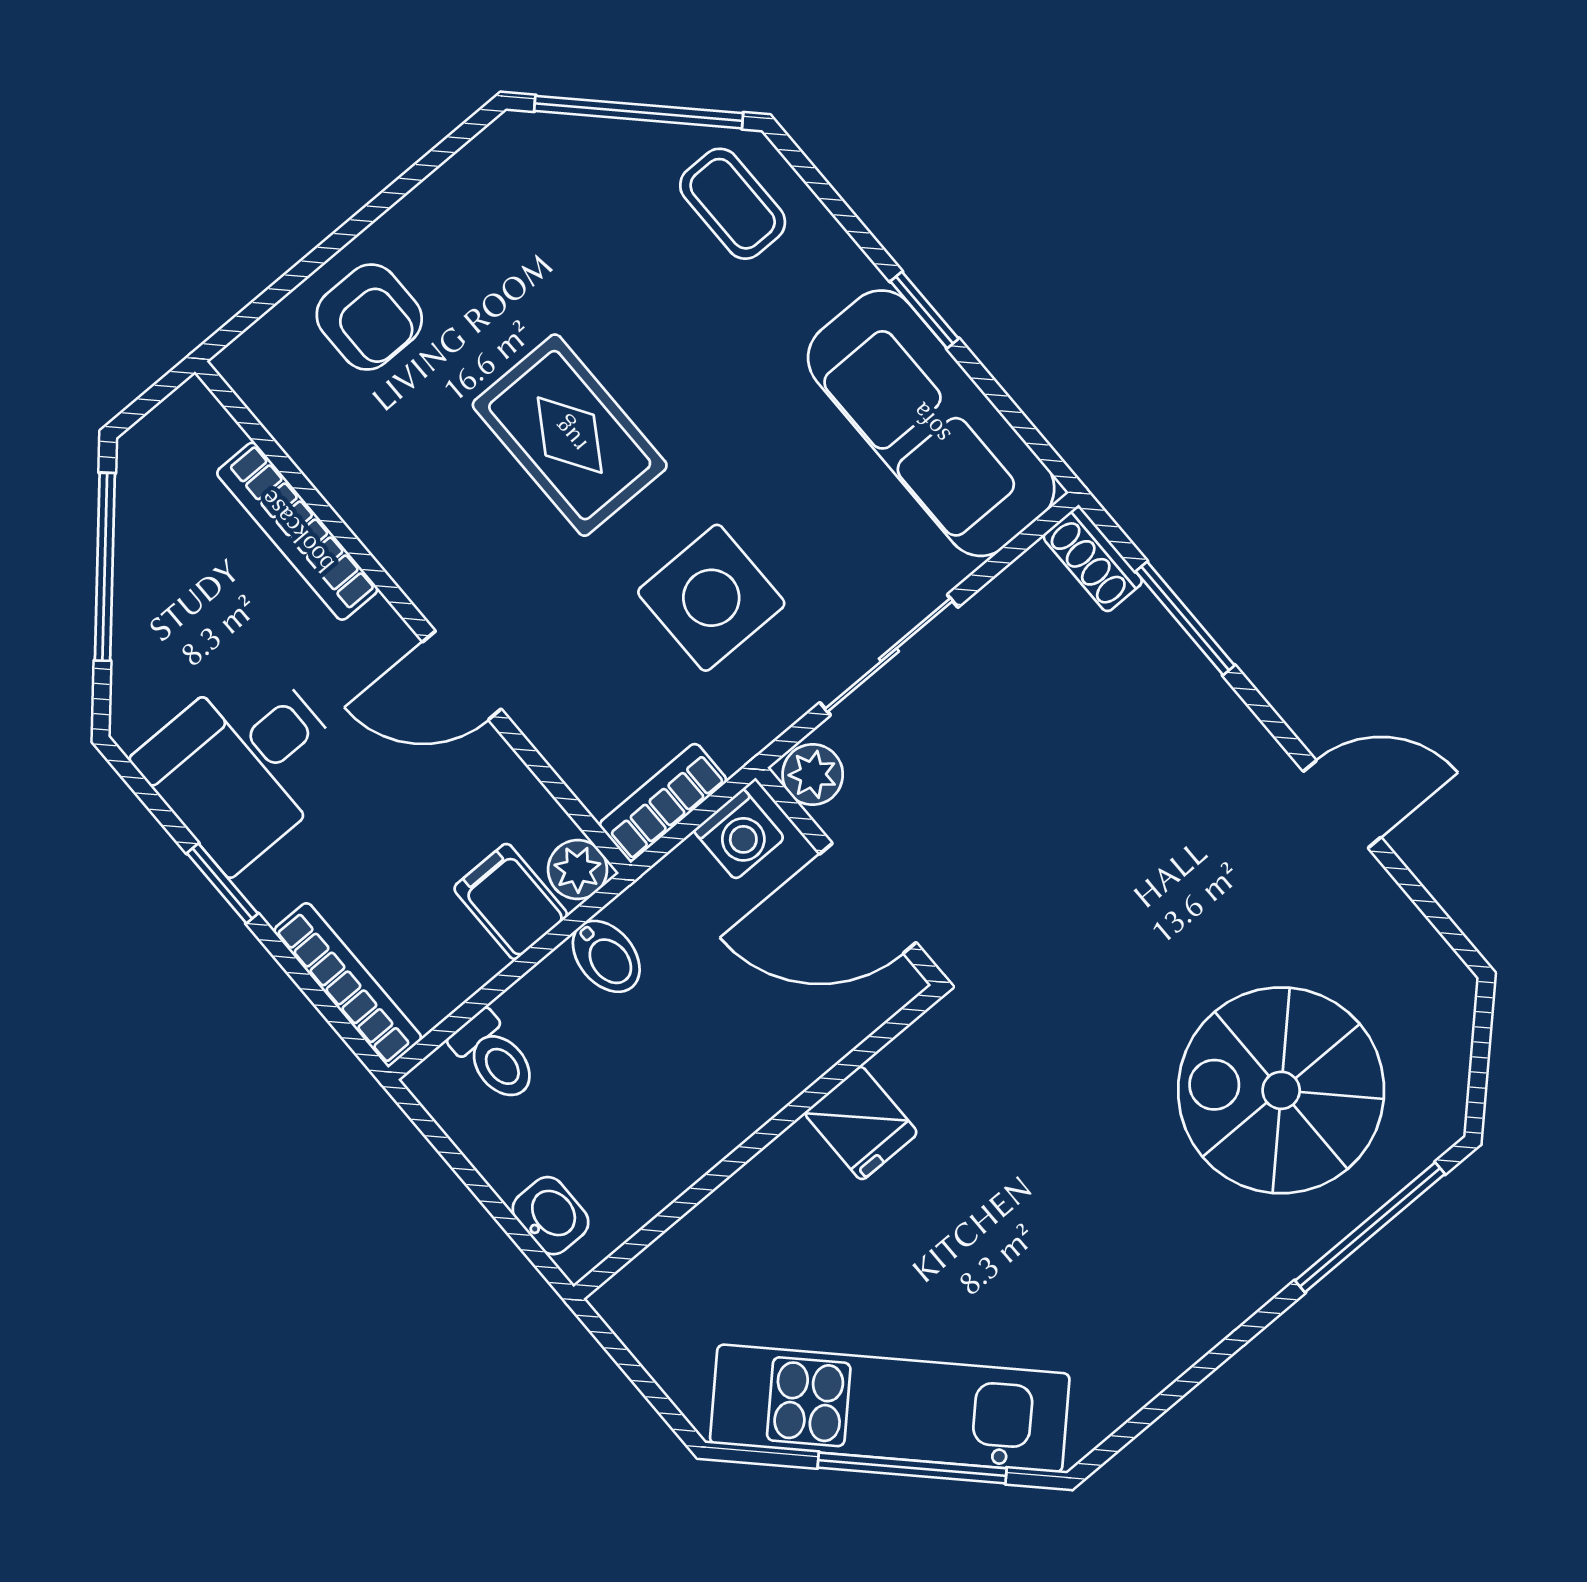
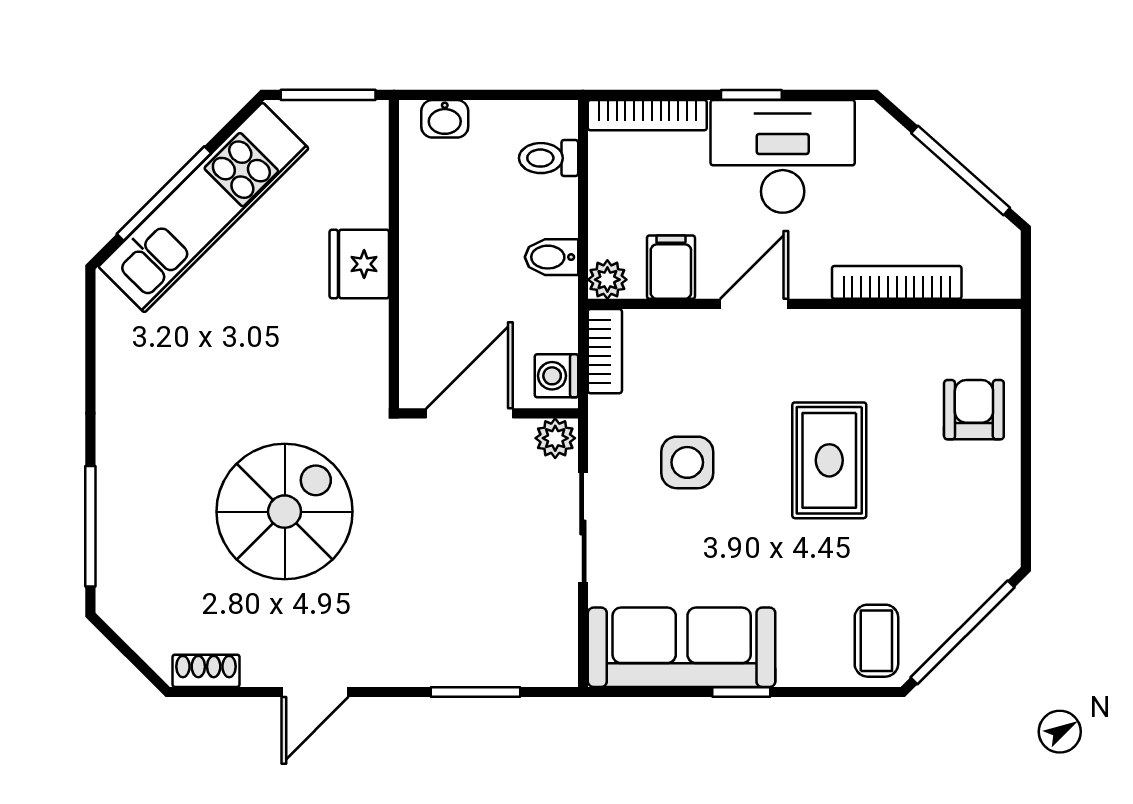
coffee table: (733, 204) -> (876, 641), turned 90
armchair: (369, 317) -> (974, 410), turned 90
rug: (570, 435) -> (829, 460), turned 90
shoe rack: (1093, 559) -> (206, 671), moved
side table: (711, 598) -> (687, 462), width x0.73, depth x0.73
desk: (244, 764) -> (783, 156), width x1.37
filing cabinet: (511, 901) -> (671, 267), moved, turned -90
spiral stairs: (1281, 1090) -> (285, 512), moved
fridge: (861, 1123) -> (359, 264), moved, width x1.38
window: (637, 1374) -> (328, 95), added

